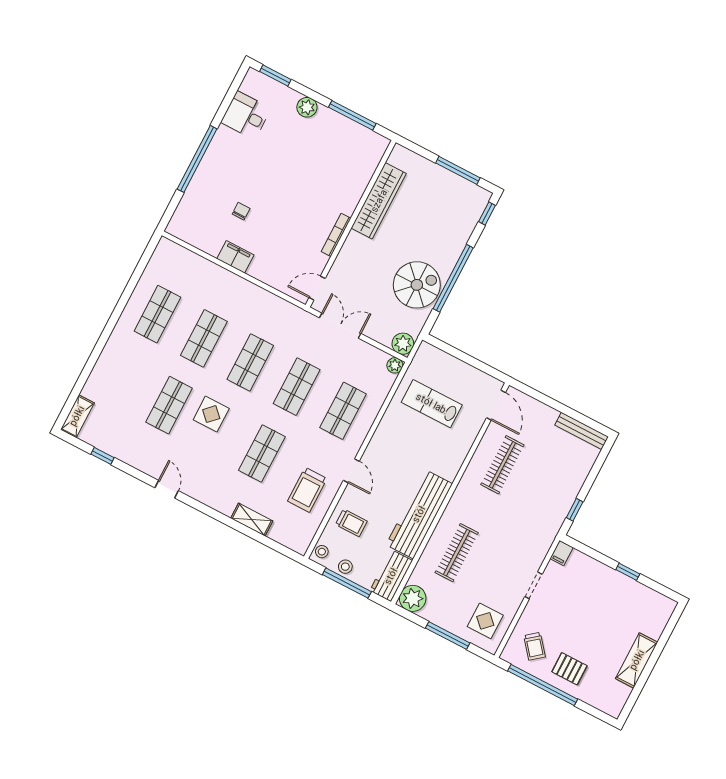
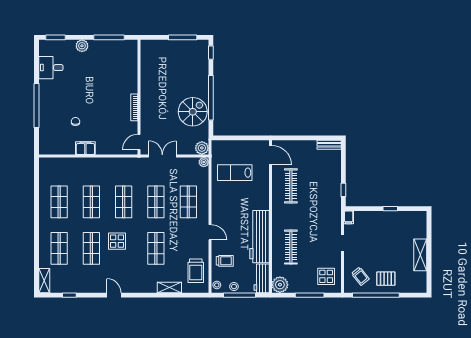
wardrobe: (379, 201) -> (148, 77), removed
shop shelf: (123, 381) -> (59, 248), added
bench: (582, 431) -> (329, 145), width x0.73
trolley: (307, 490) -> (196, 271), moved

